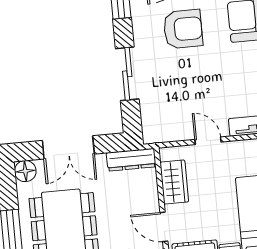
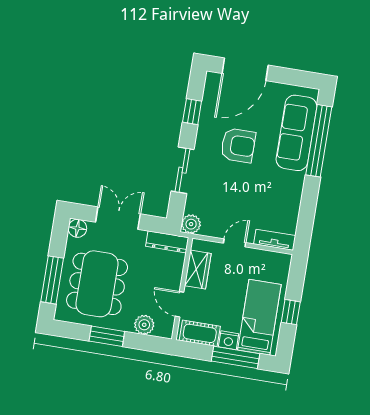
plant: (153, 132) -> (191, 224), added
door: (208, 141) -> (235, 243), hinge flipped
double door: (68, 147) -> (118, 218), swing flipped

